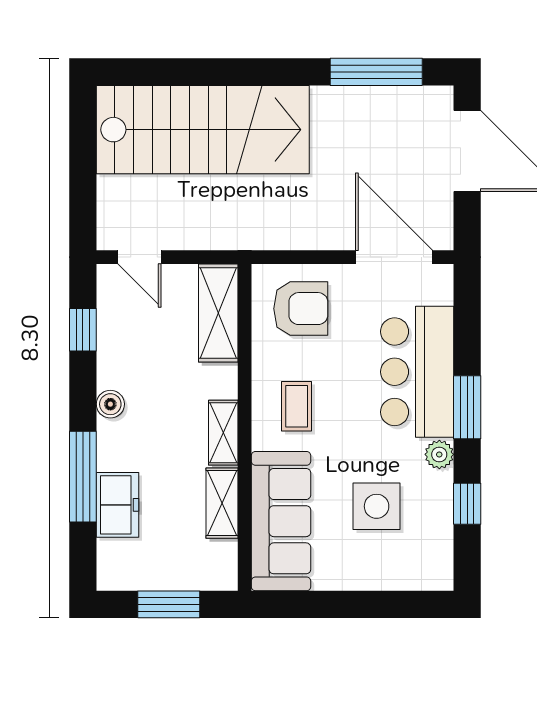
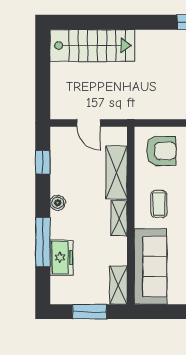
stairs: (203, 130) -> (92, 46), width x0.73, depth x0.66
door: (139, 257) -> (89, 123), moved
shelving: (218, 313) -> (116, 173), moved
shelving: (222, 503) -> (118, 285), moved

